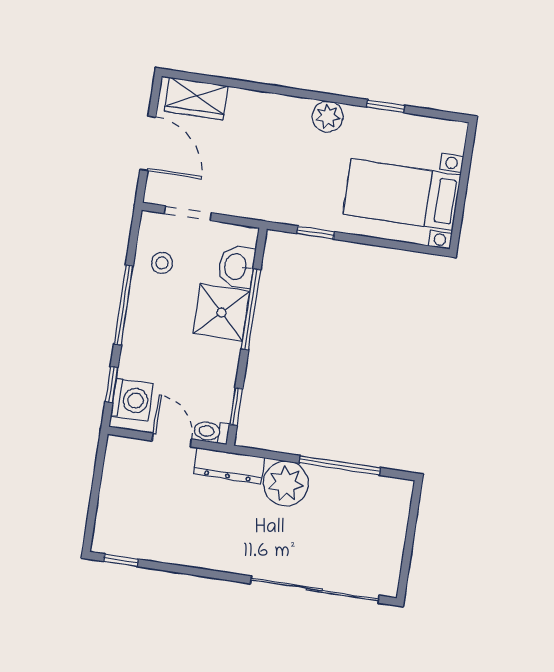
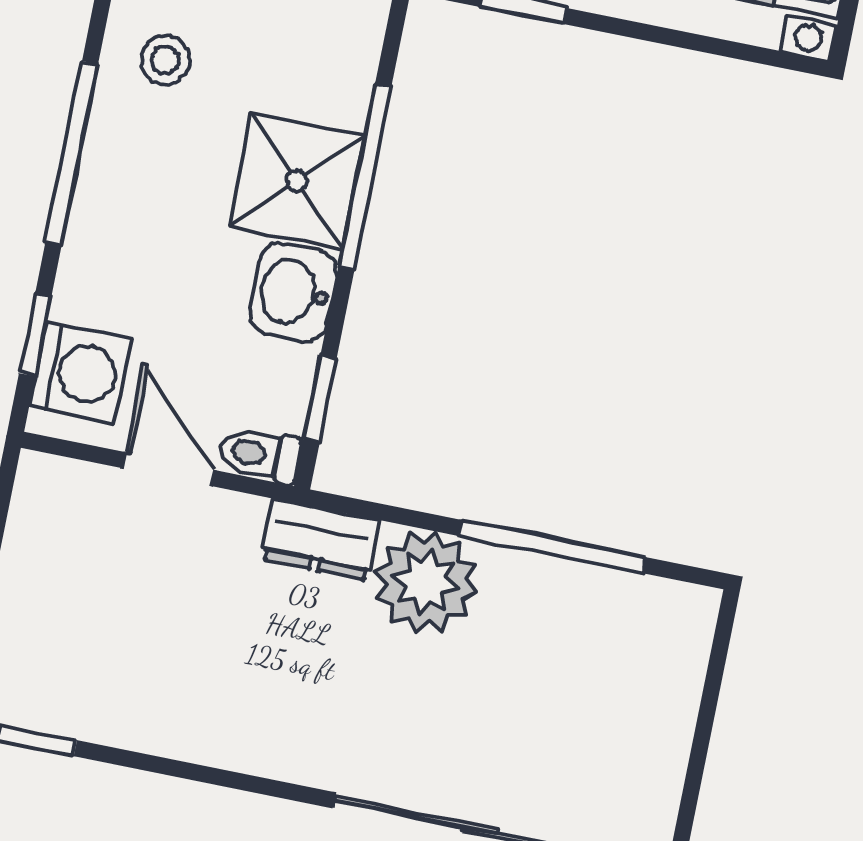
washbasin: (236, 267) -> (293, 292), moved
dresser: (229, 466) -> (320, 540), width x0.70

